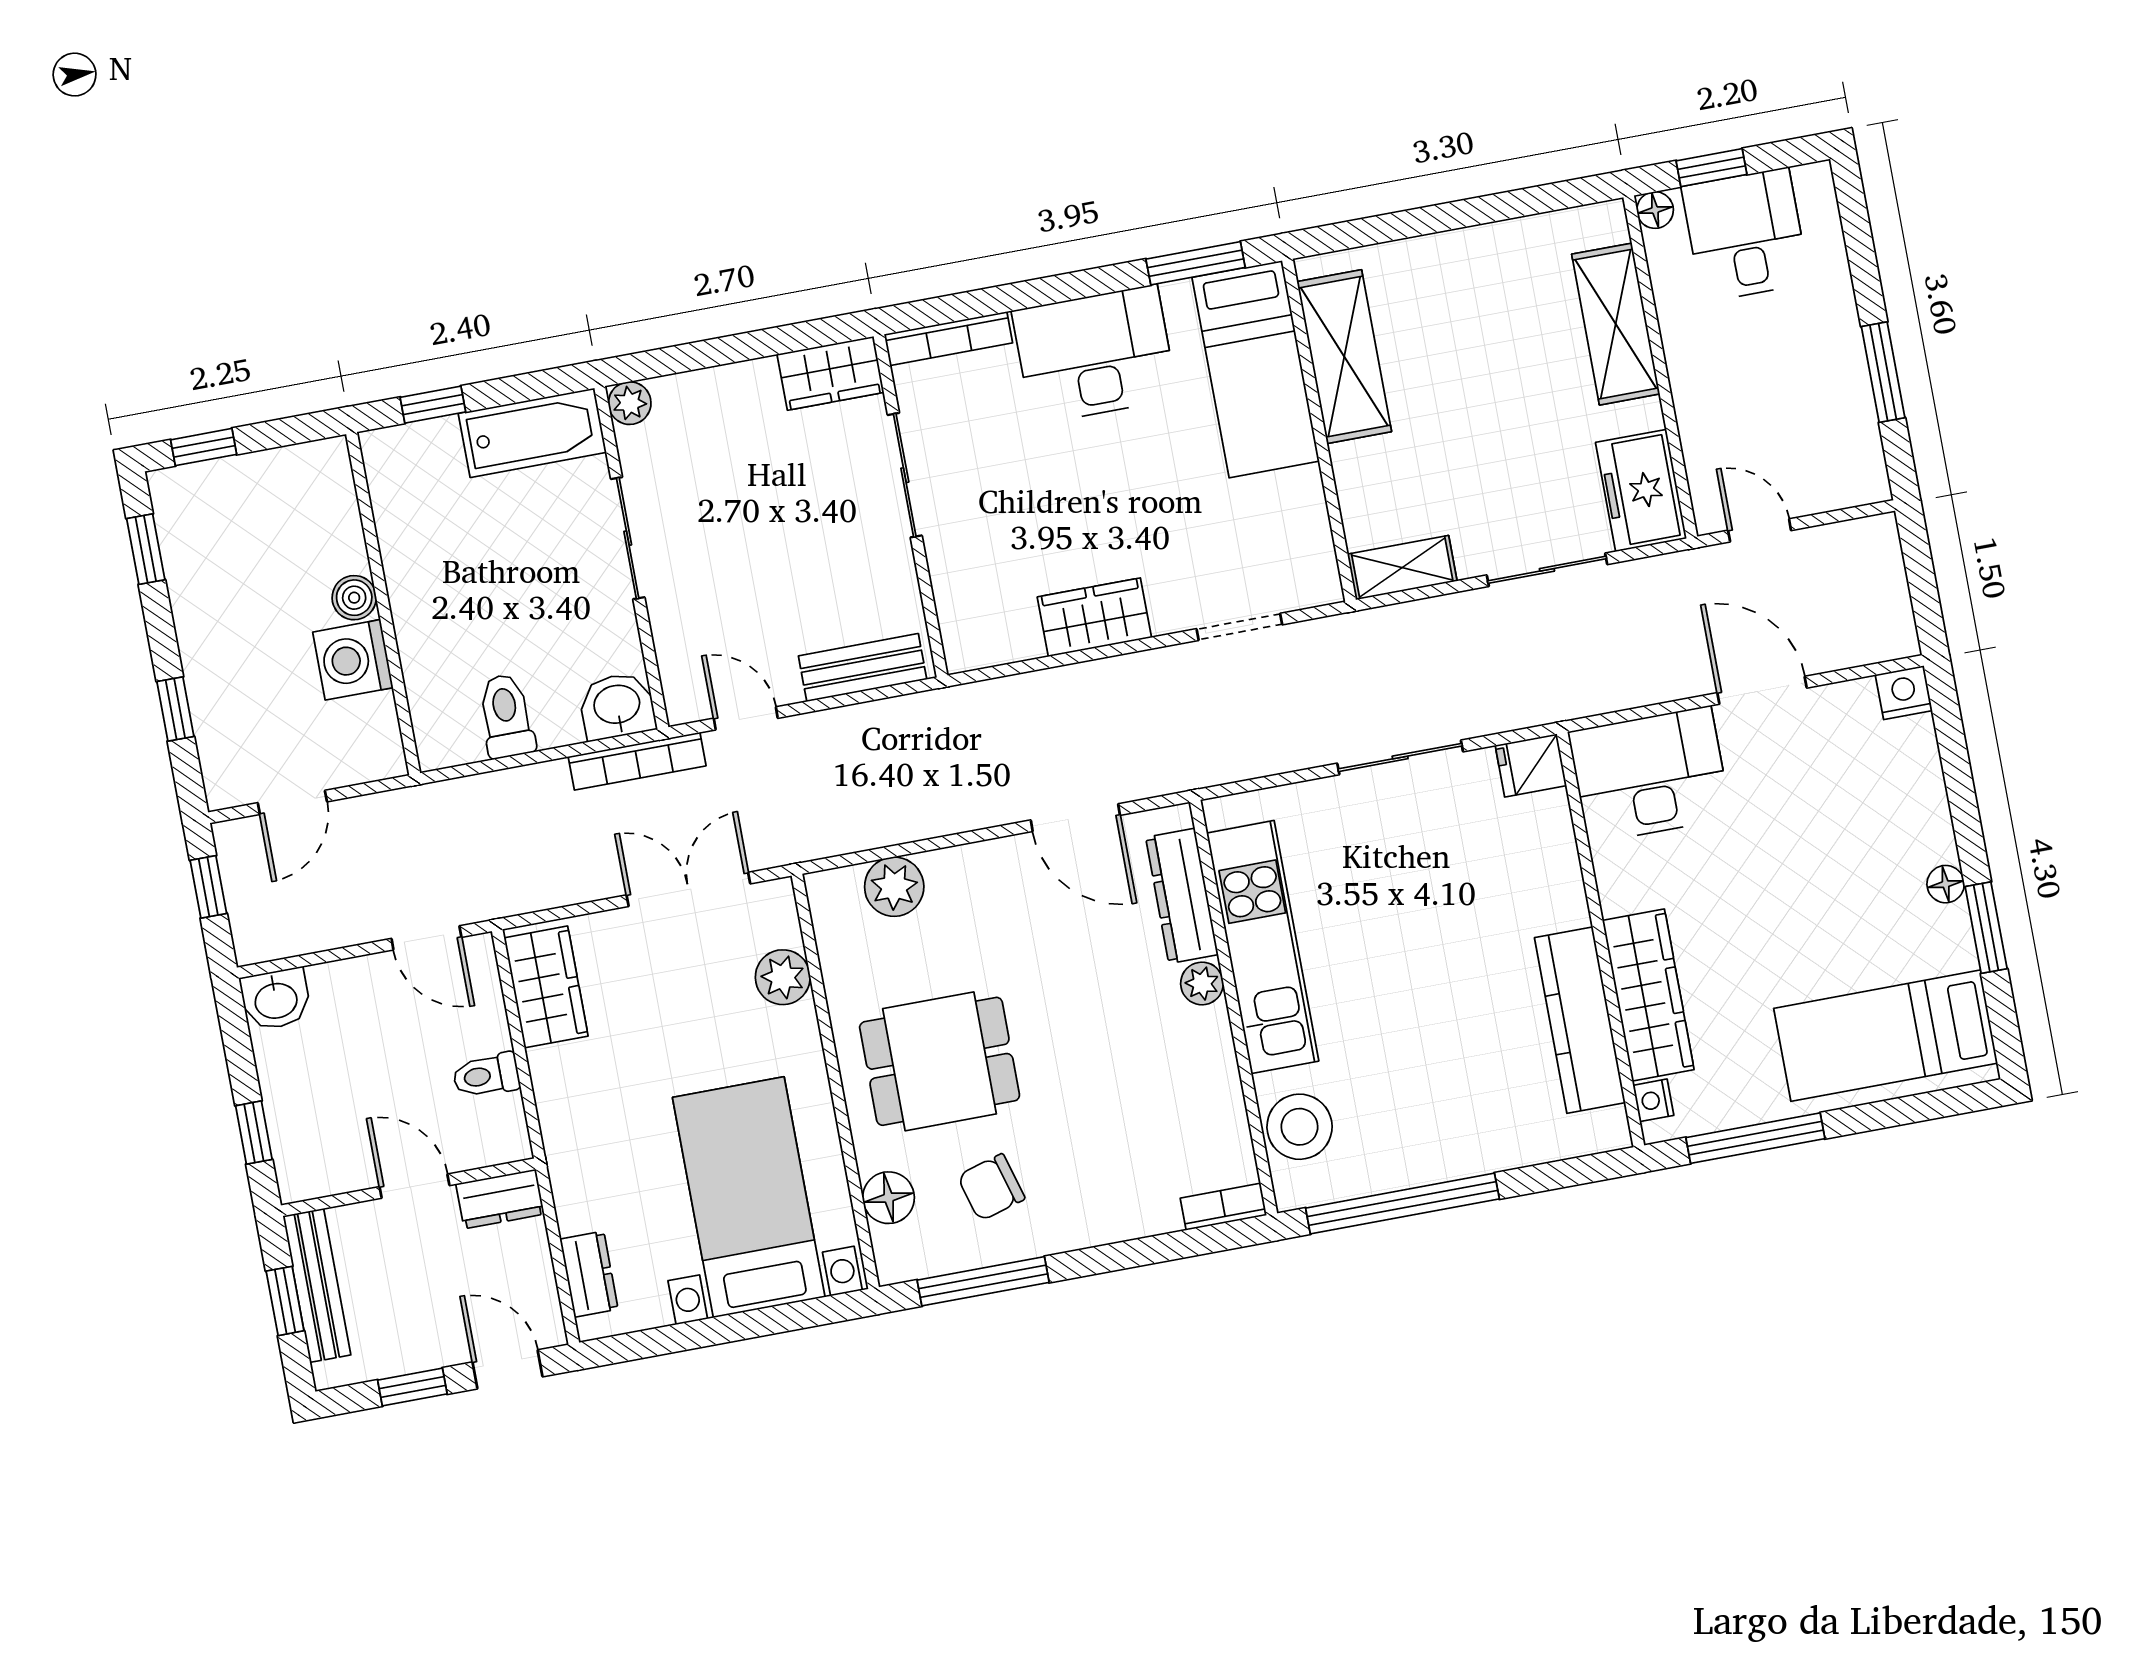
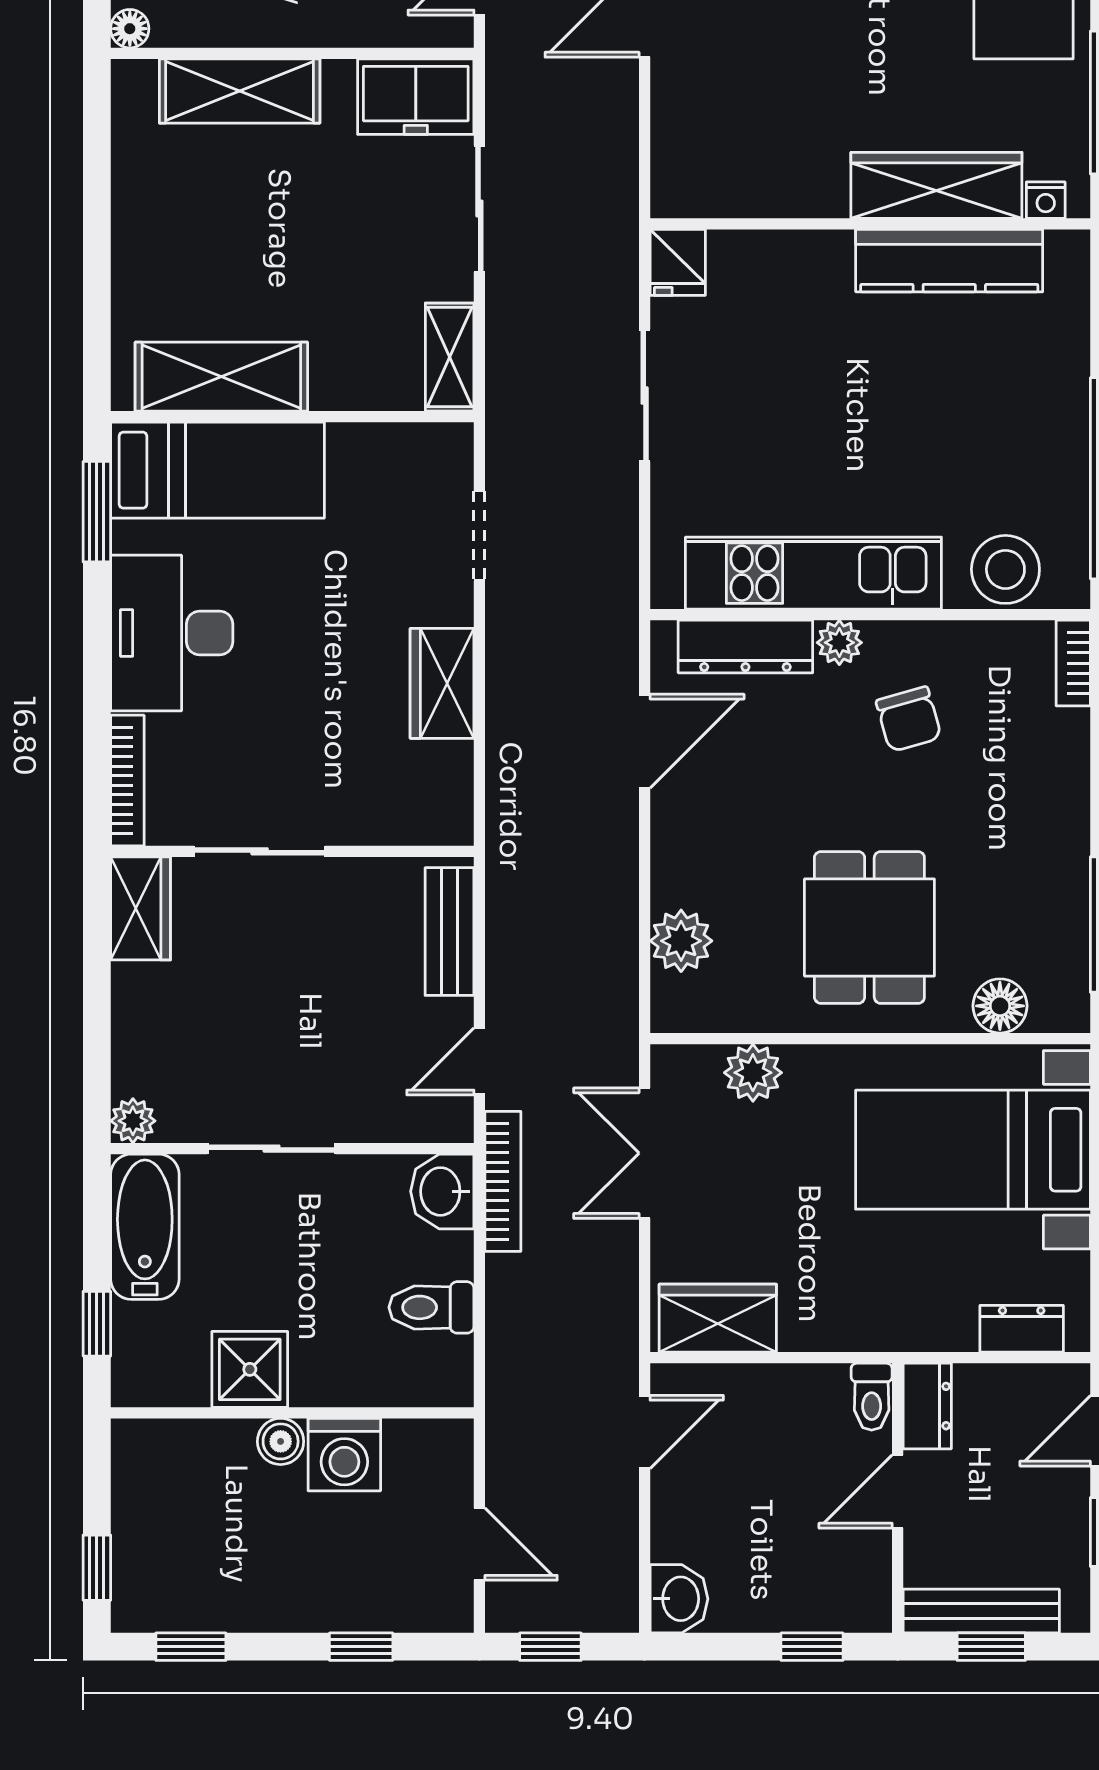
shower: (417, 556) -> (250, 1369), added
desk: (1650, 775) -> (710, 142), removed
toilet: (486, 1075) -> (872, 1397), moved
chair: (991, 1187) -> (909, 719), moved

